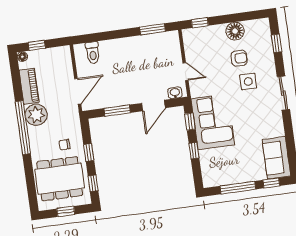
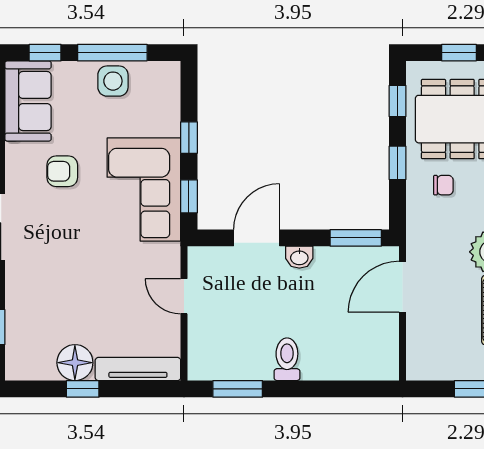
window: (200, 23) -> (83, 389), moved
tv unit: (203, 32) -> (138, 369), added
toilet: (93, 53) -> (287, 359), moved
armchair: (239, 58) -> (62, 171), moved
side table: (248, 81) -> (113, 81), moved
washbasin: (175, 93) -> (299, 257), moved
window: (117, 111) -> (356, 238), moved

